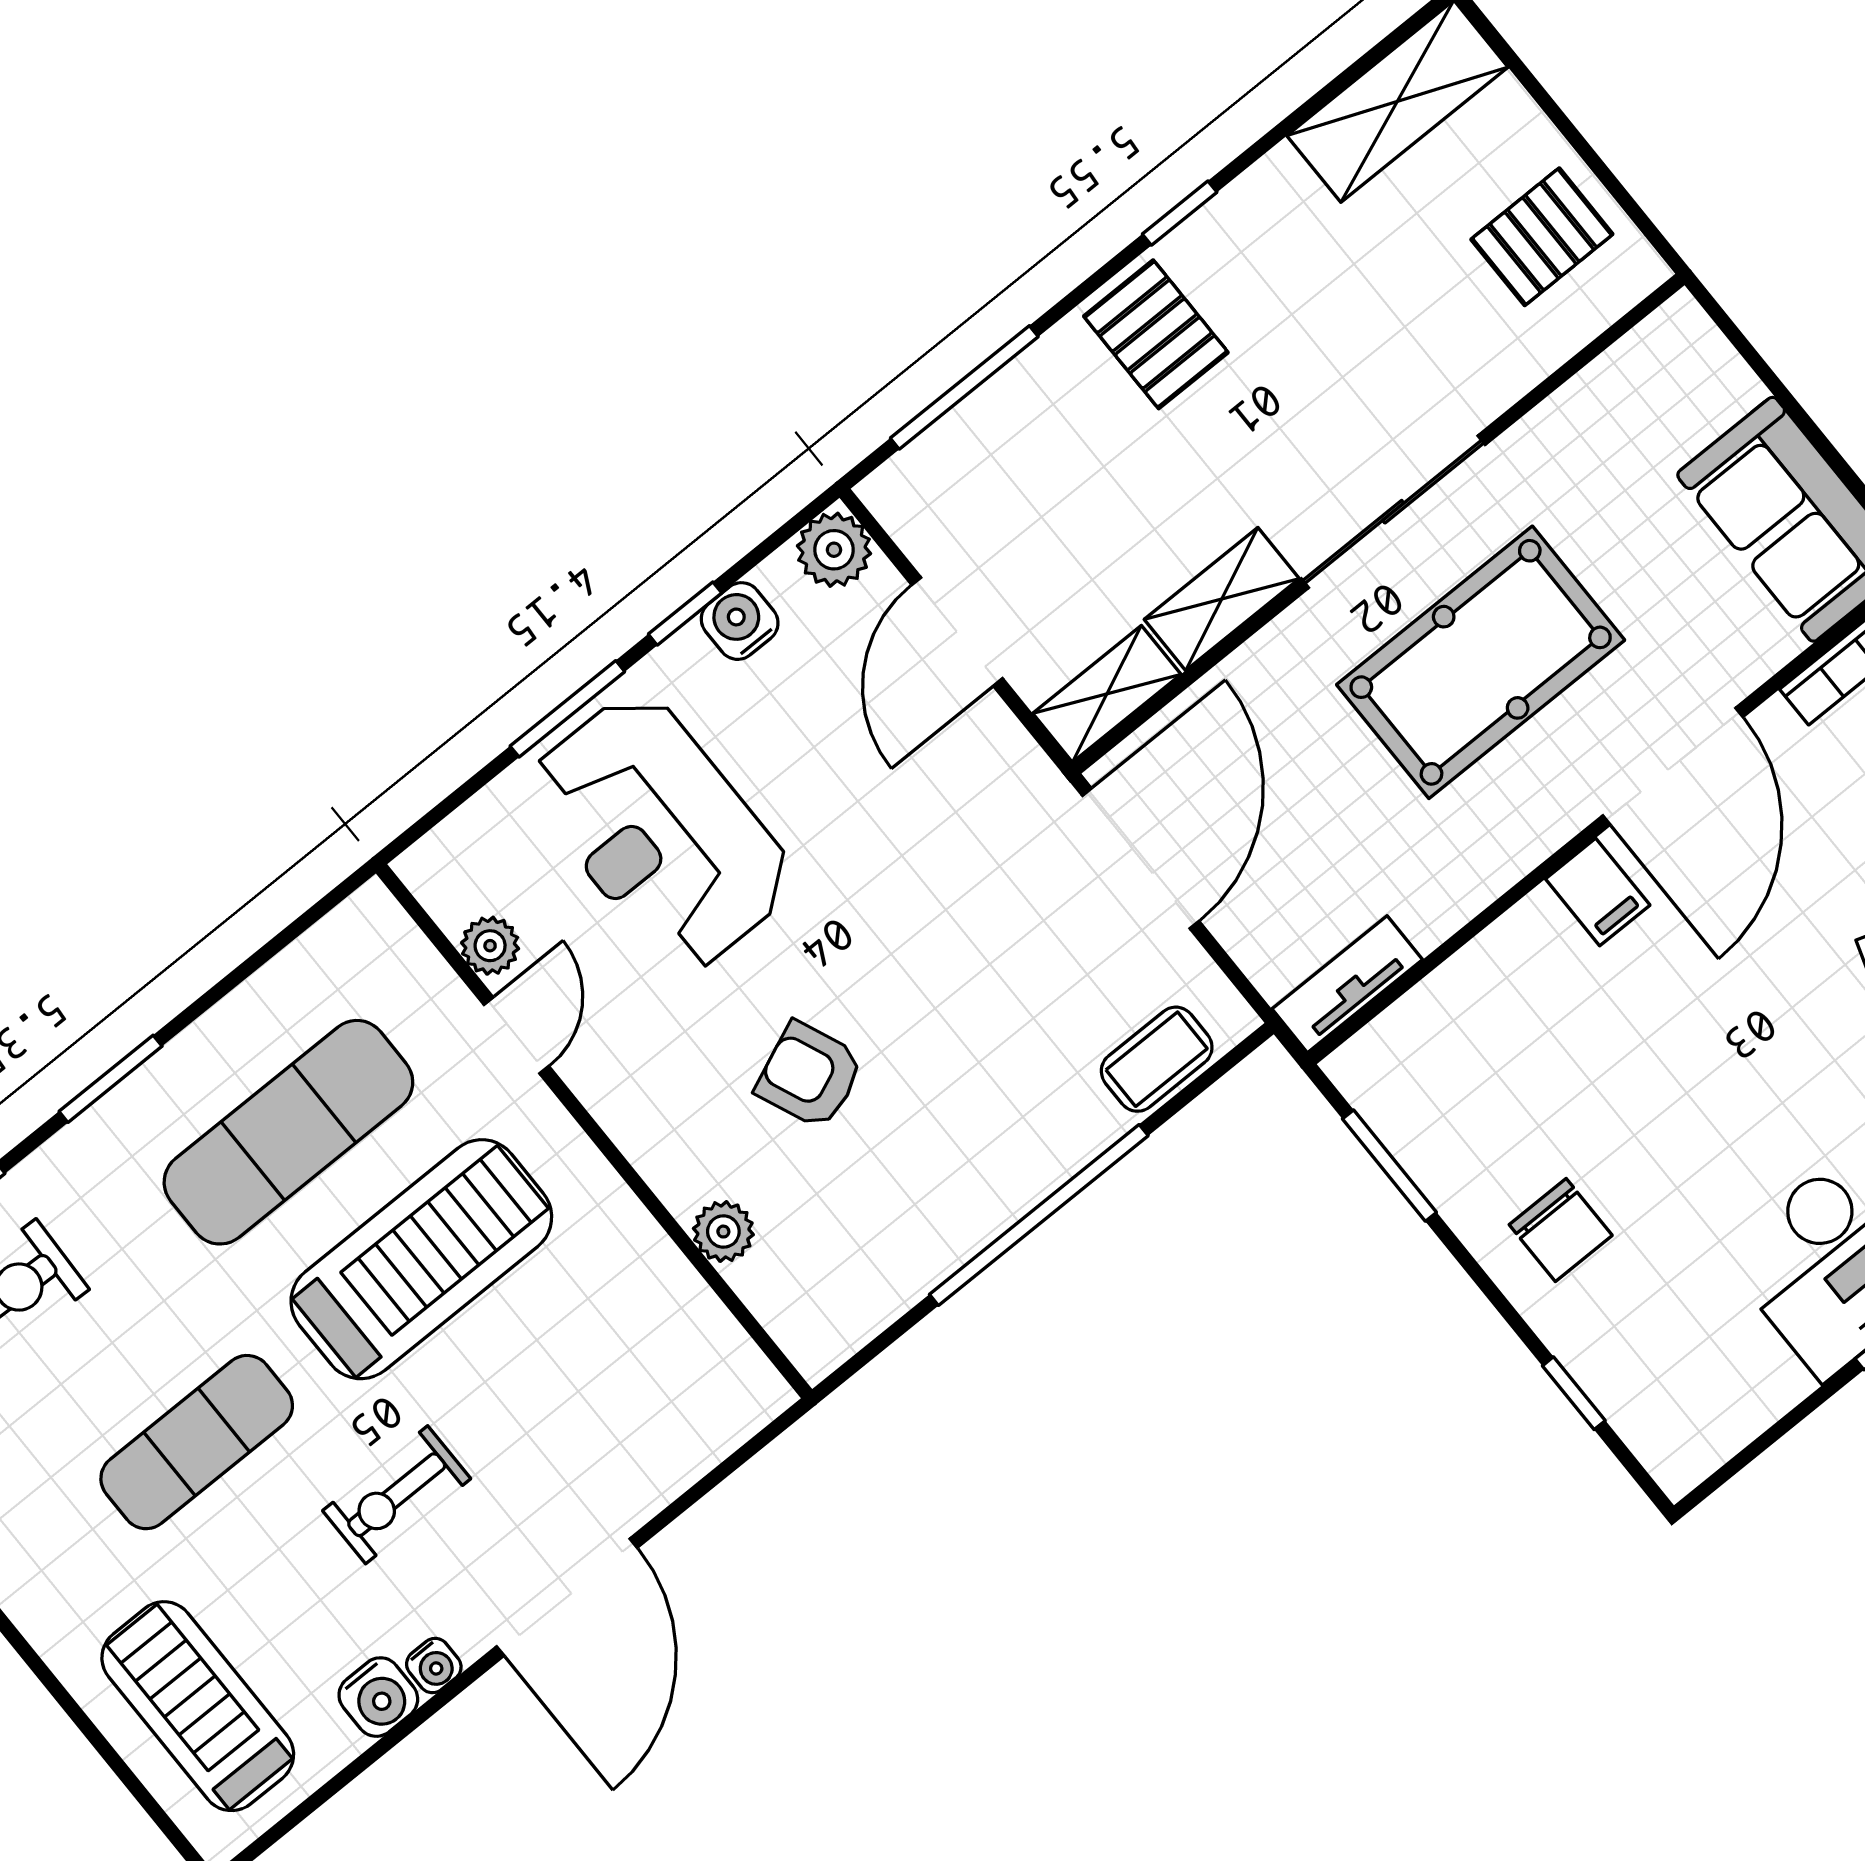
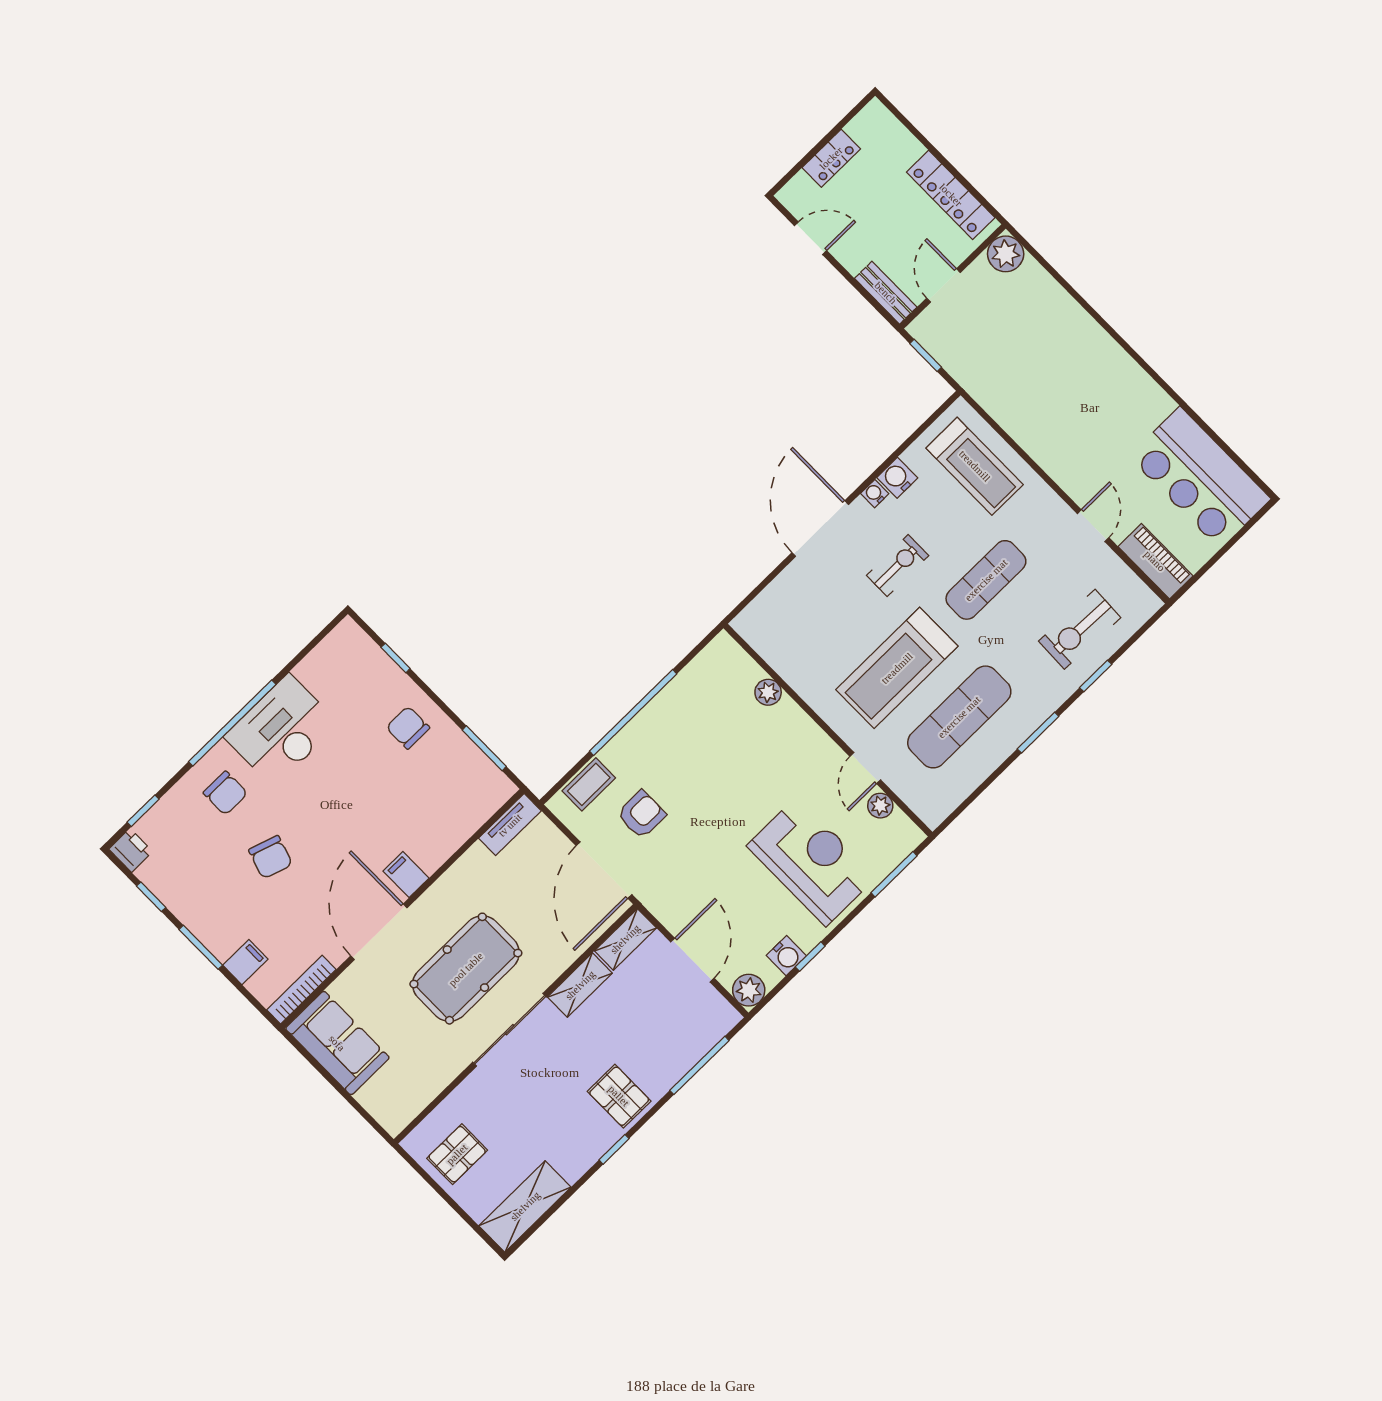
window: (567, 709) -> (894, 874), moved
armchair: (810, 1075) -> (641, 814), moved, turned -67

